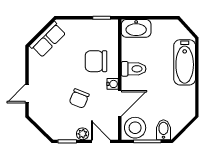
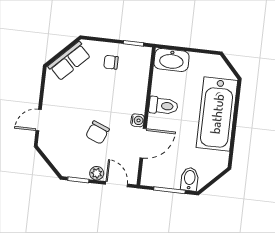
chair: (96, 61) -> (111, 62), moved, width x0.54, depth x0.54
bathtub: (185, 62) -> (217, 114), width x1.36, depth x1.36
stool: (135, 128) -> (157, 173), removed

